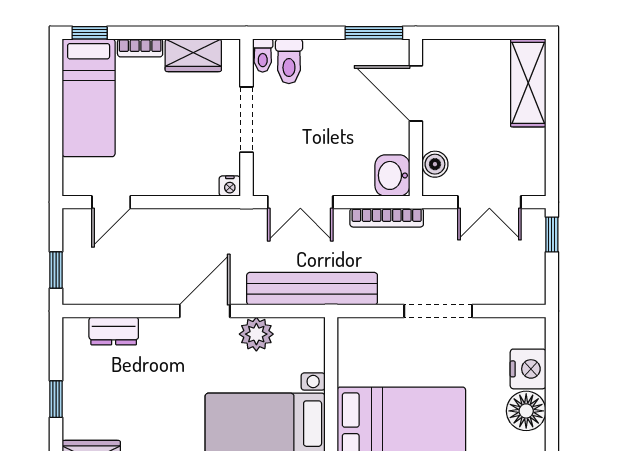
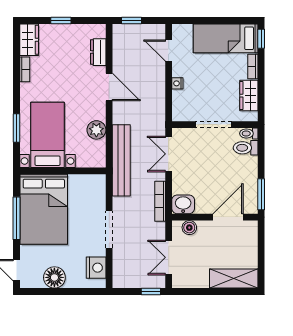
nightstand: (230, 186) -> (177, 83), moved
door: (205, 311) -> (109, 87), moved
nightstand: (528, 369) -> (96, 268), moved, turned -90

